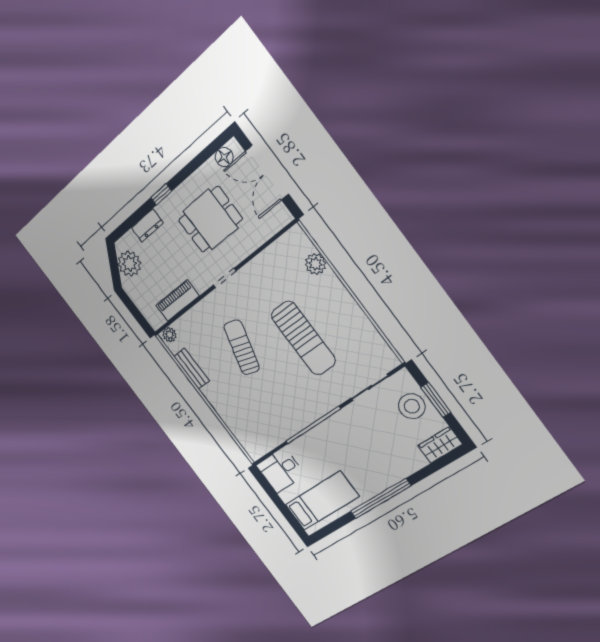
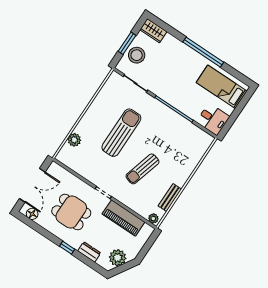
piano: (177, 301) -> (123, 218), width x1.37, depth x1.33

